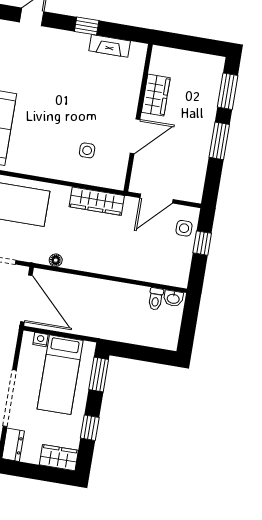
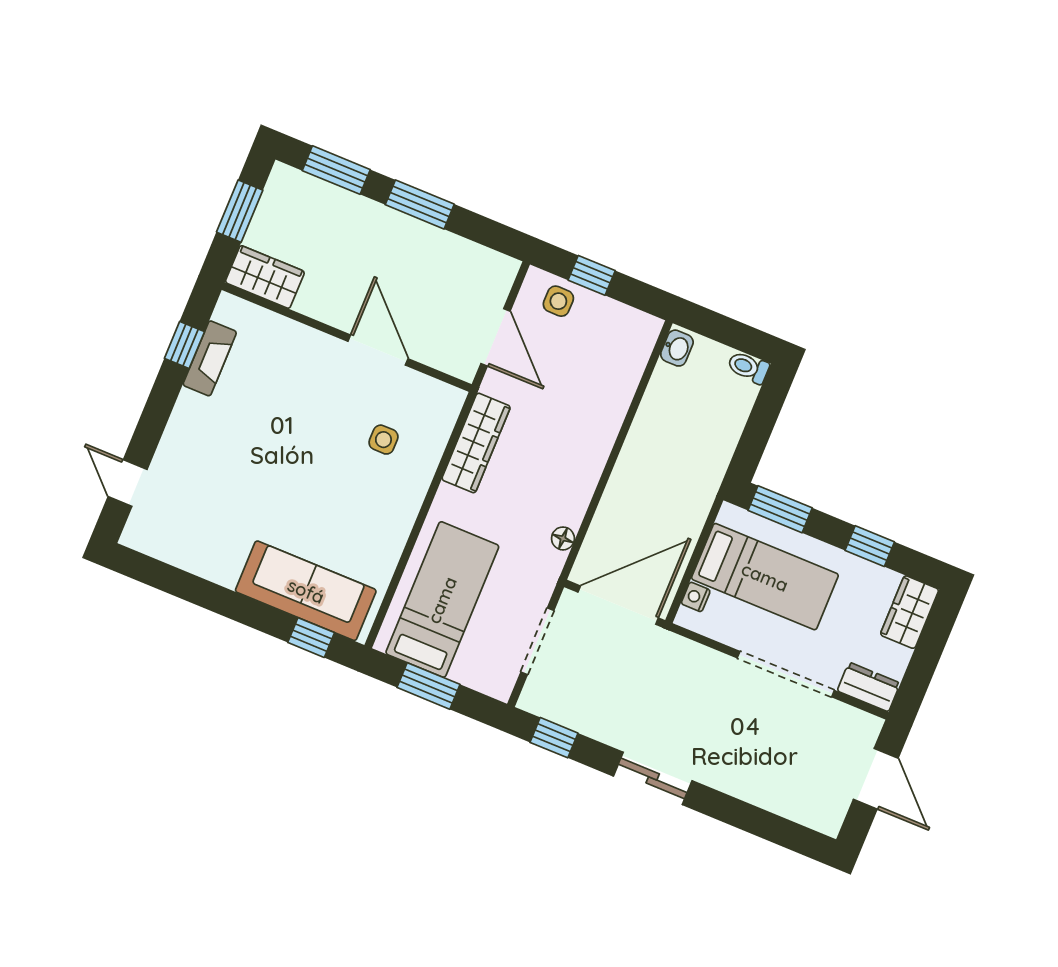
window: (87, 26) -> (184, 345), moved
window: (193, 44) -> (240, 211), added
wardrobe: (156, 95) -> (265, 277), moved
toilet: (156, 299) -> (748, 367), moved, turned 180

